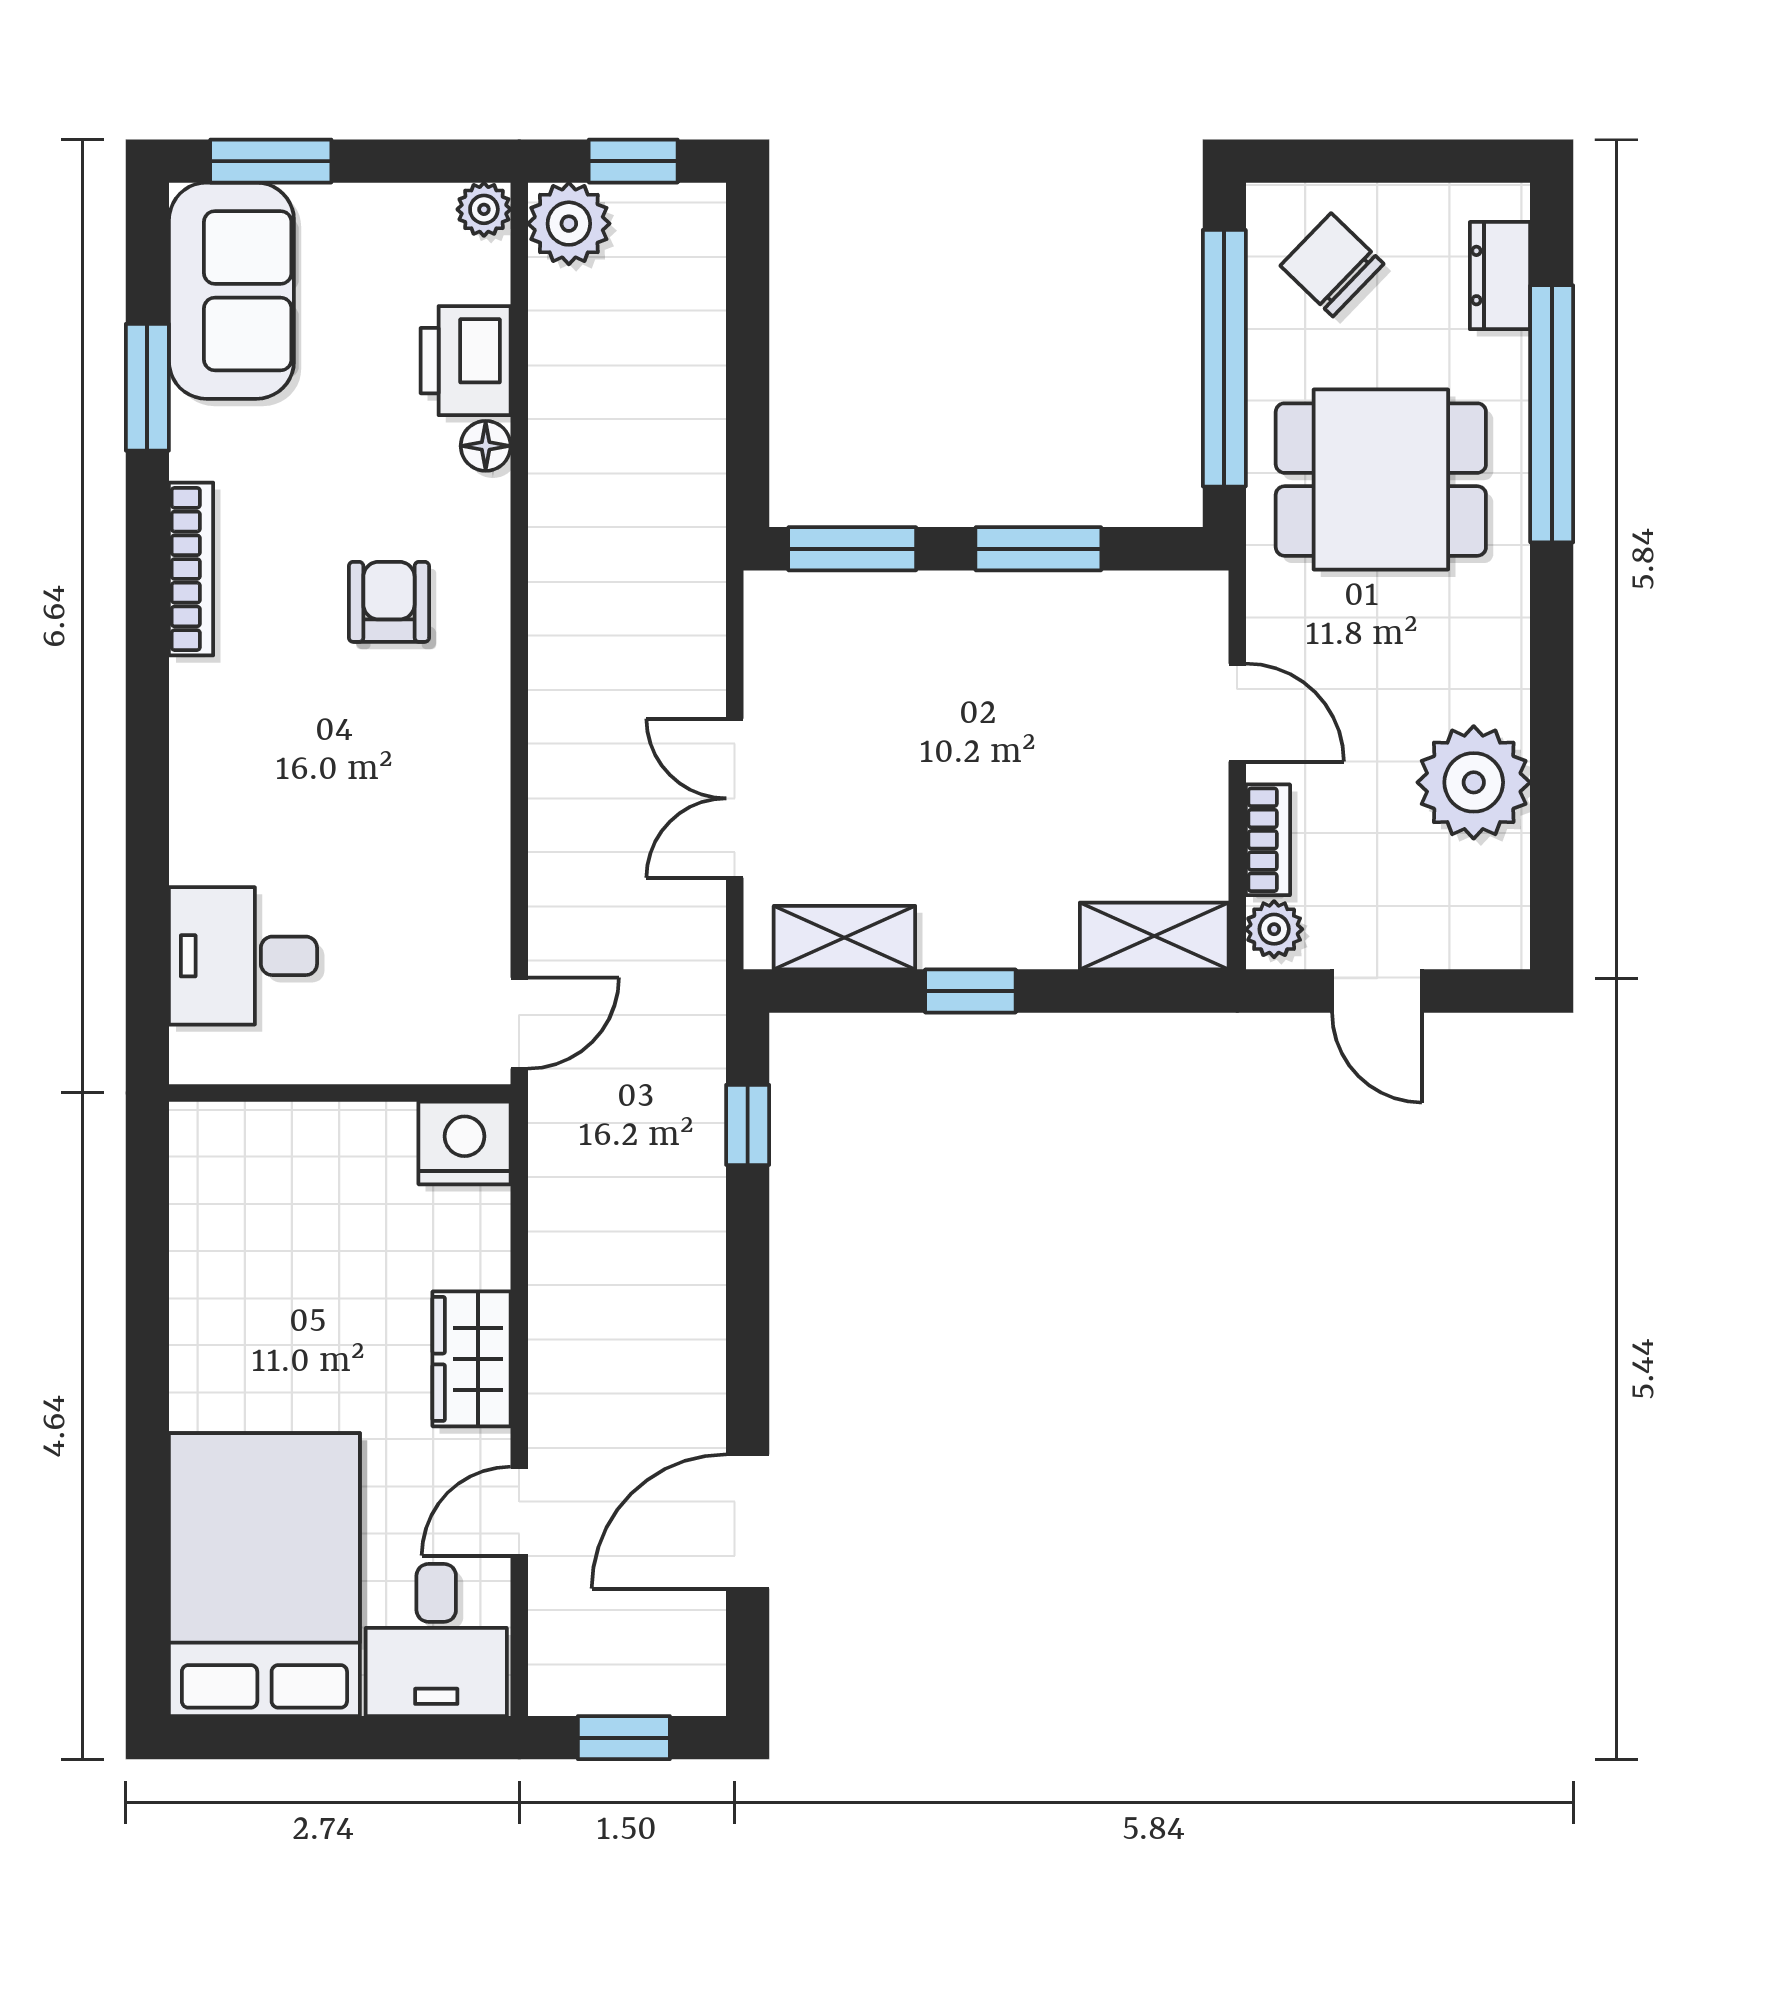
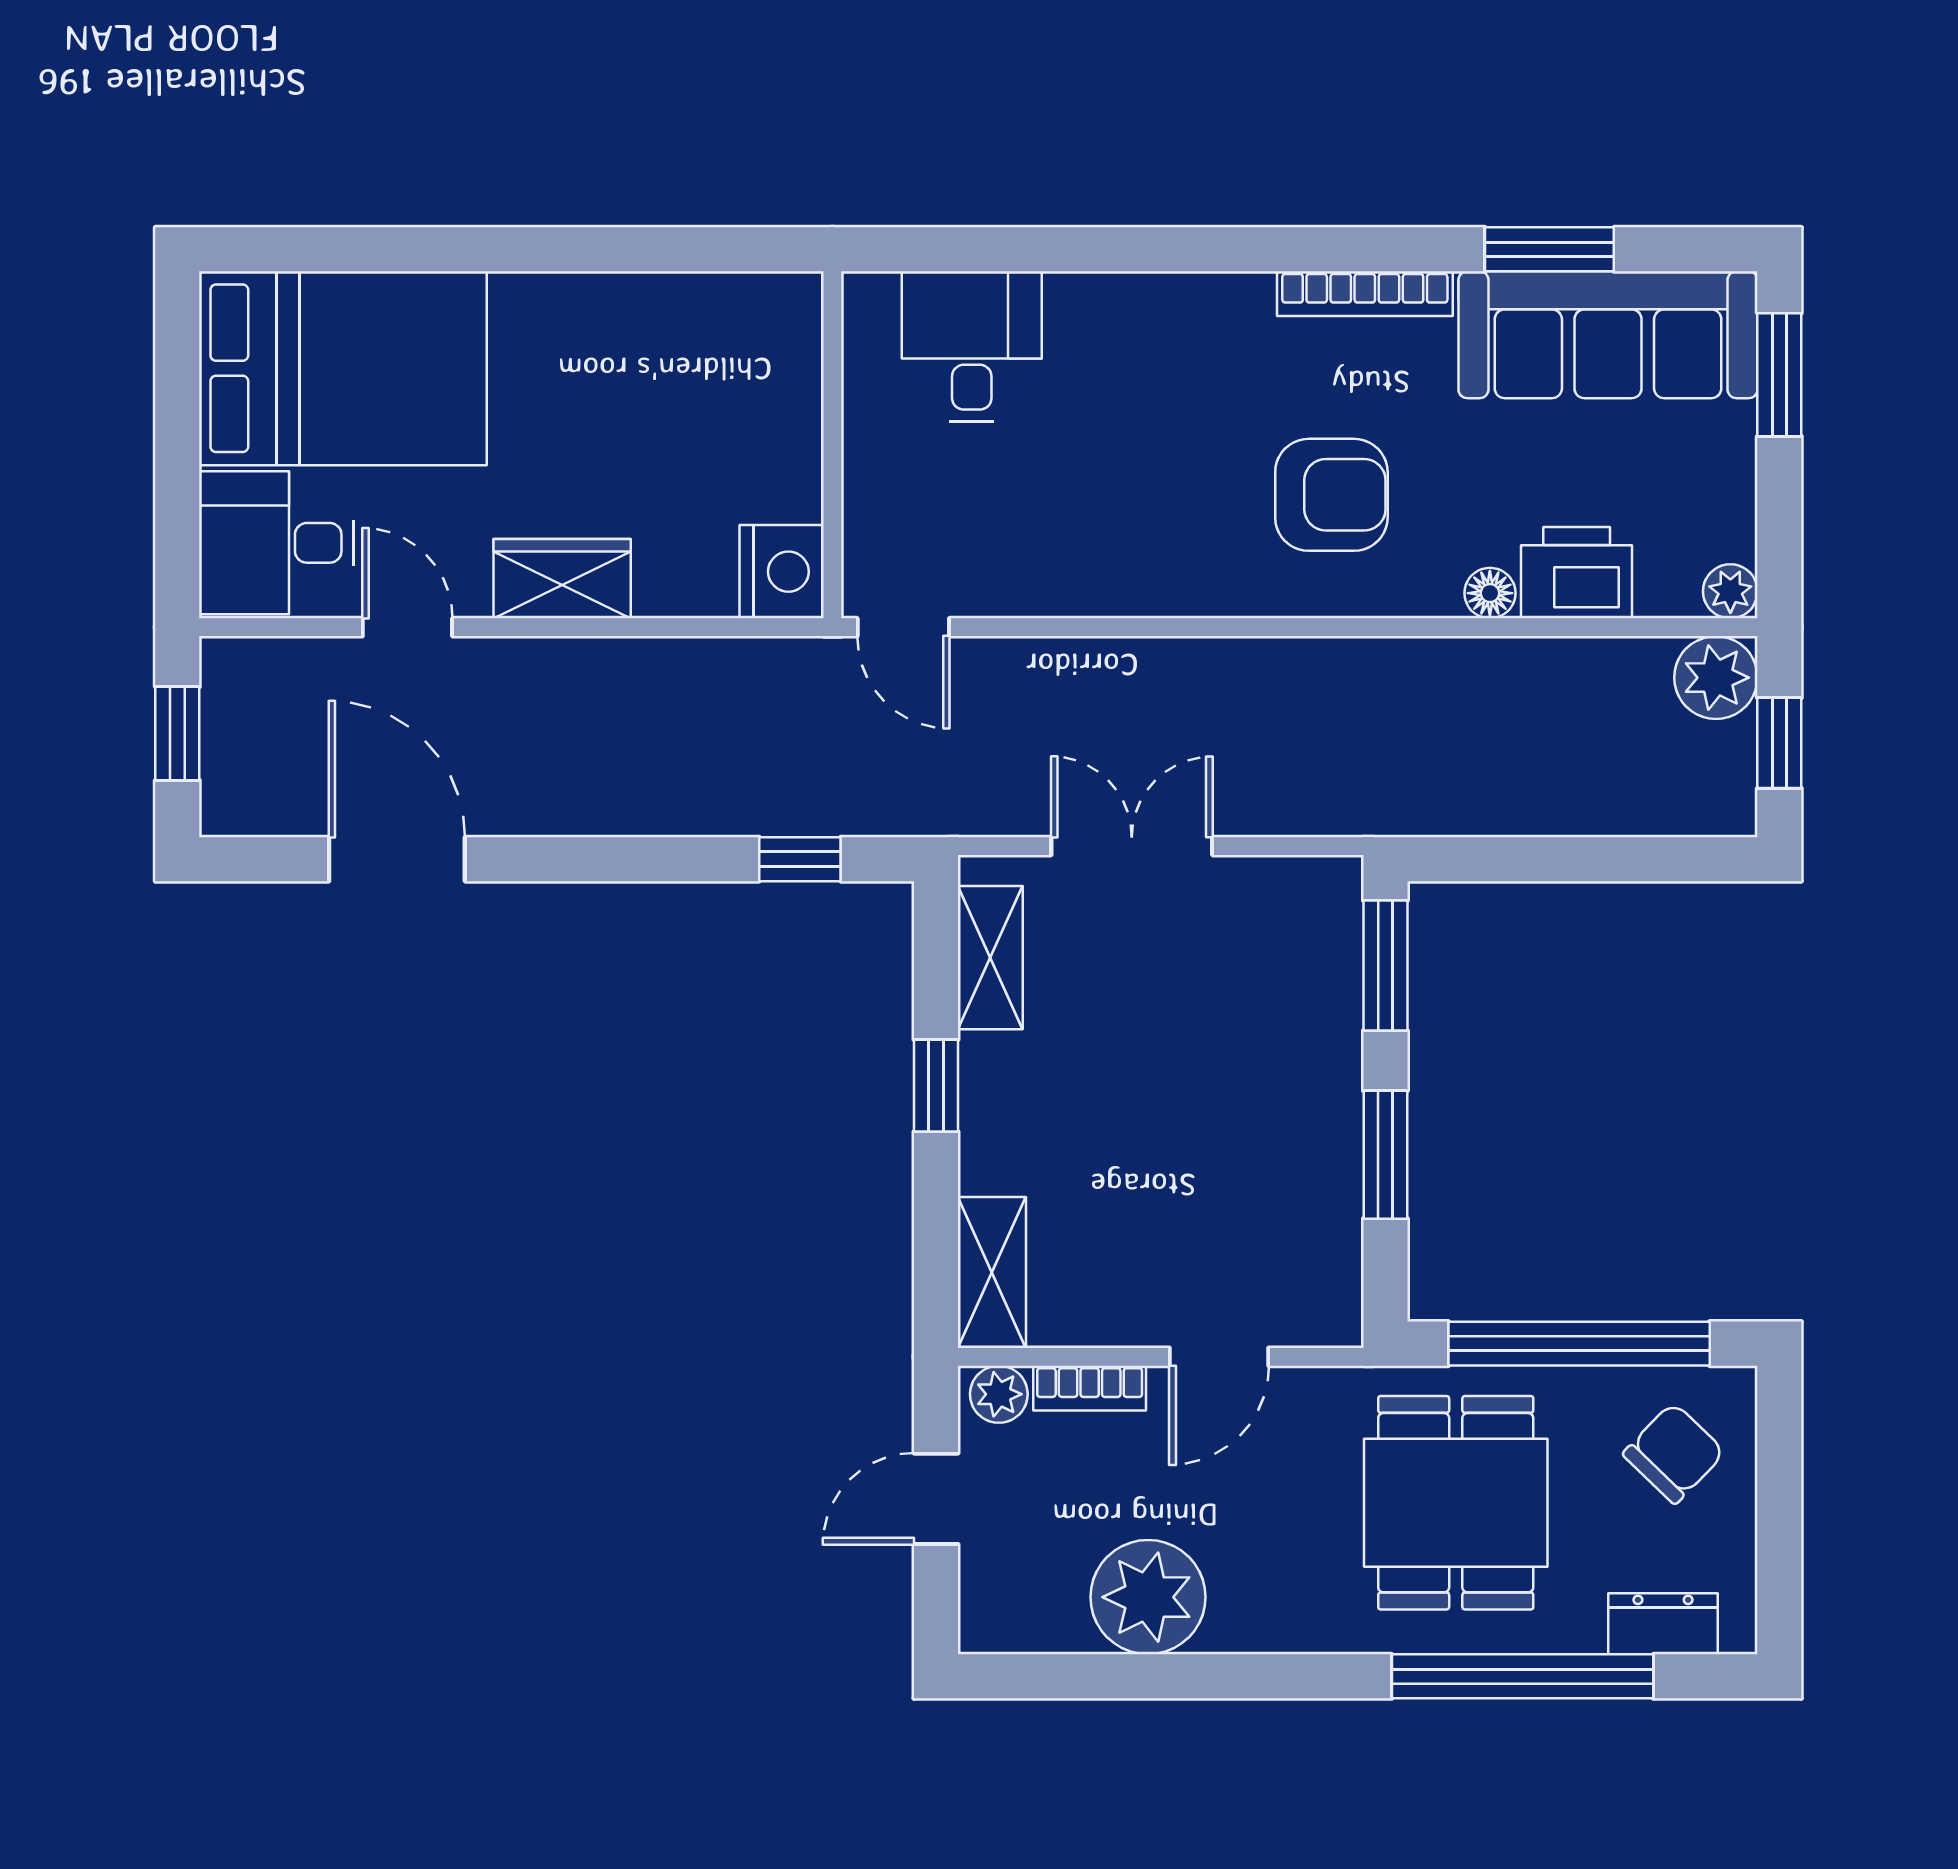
sofa: (231, 291) -> (1608, 335), width x1.36
armchair: (389, 602) -> (1331, 495), width x1.38, depth x1.38

